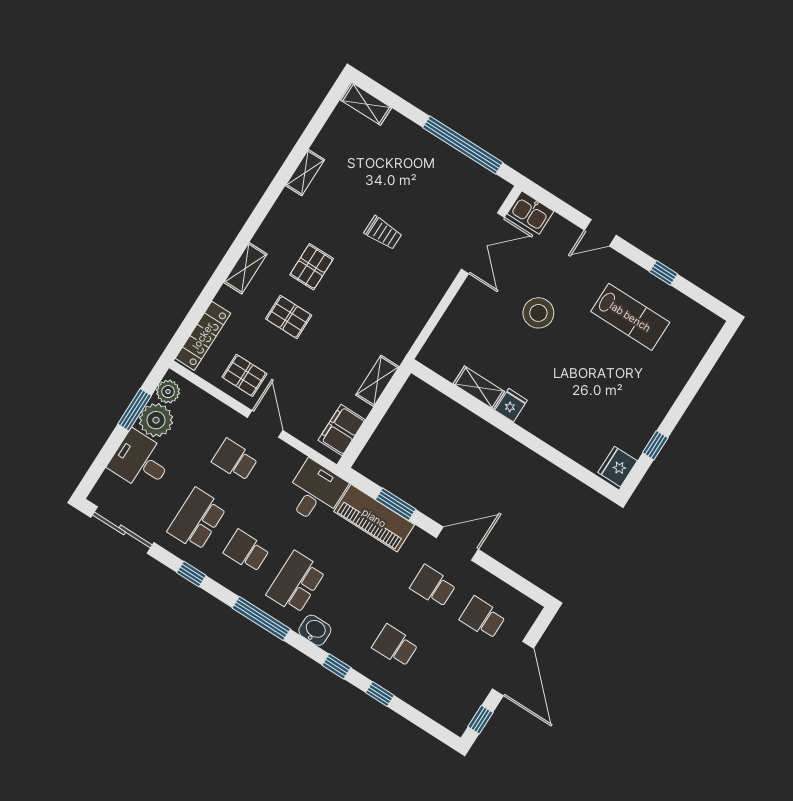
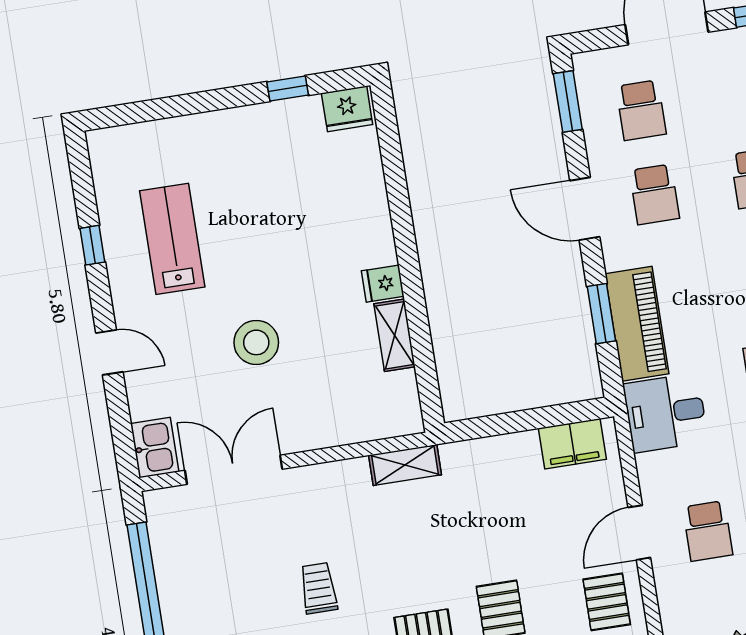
shelving: (377, 381) -> (405, 465), moved
window: (521, 584) -> (568, 101), added

